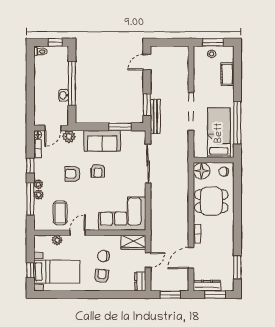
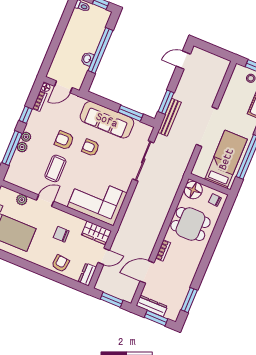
plant: (69, 137) -> (76, 102), removed
sofa: (102, 141) -> (107, 120), width x1.36
armchair: (98, 171) -> (90, 148), turned 90
coffee table: (60, 213) -> (55, 168), moved
armchair: (102, 276) -> (60, 263), moved

